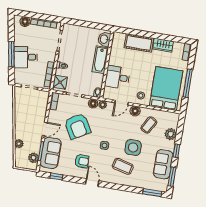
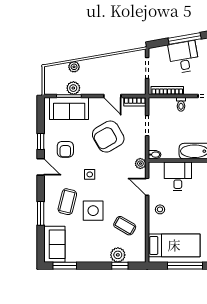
shower: (60, 82) -> (160, 105), removed
bed: (166, 88) -> (174, 245), width x0.67
floor lamp: (93, 103) -> (140, 151), removed
floor lamp: (135, 111) -> (139, 206), removed
door: (45, 129) -> (112, 96), moved
window: (176, 151) -> (120, 266), moved
plant: (34, 158) -> (73, 88), moved
sofa: (163, 164) -> (54, 244), moved, turned 90
window: (56, 177) -> (41, 141), moved
door: (92, 183) -> (41, 167), hinge flipped
window: (152, 193) -> (41, 213), moved

